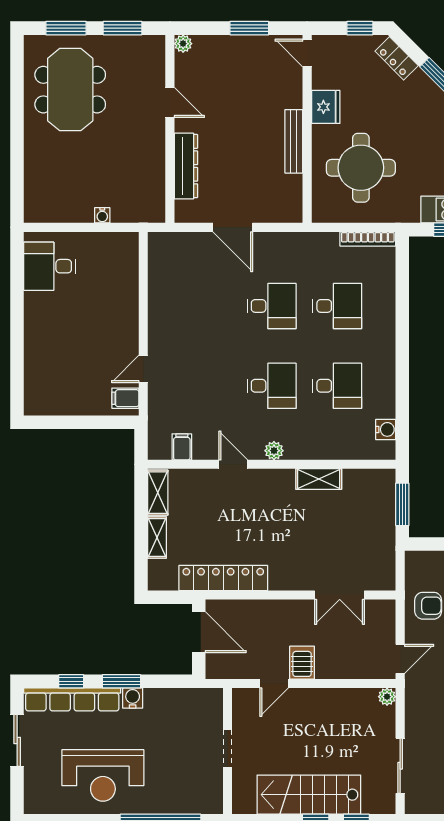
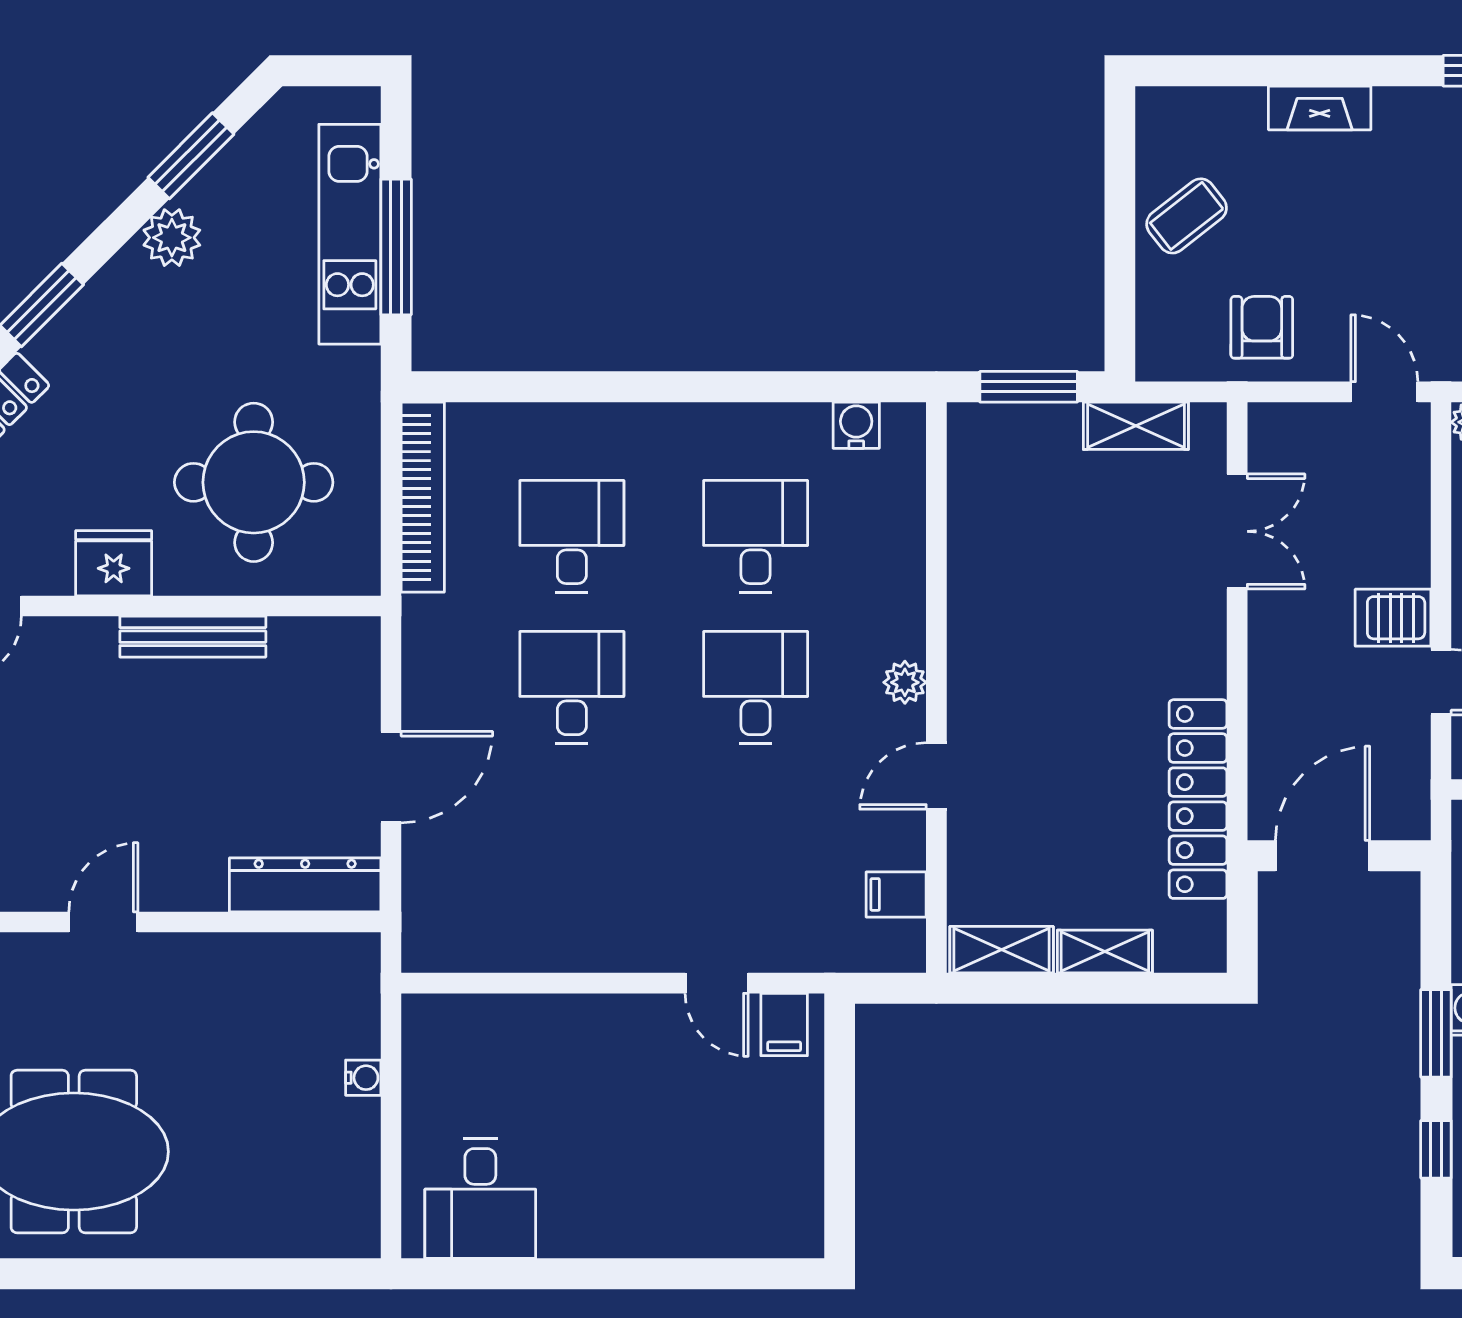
dresser: (186, 166) -> (305, 885), moved
bookcase: (368, 239) -> (423, 497), width x1.48, depth x1.31
shelving: (319, 479) -> (1136, 426), moved, turned 90

